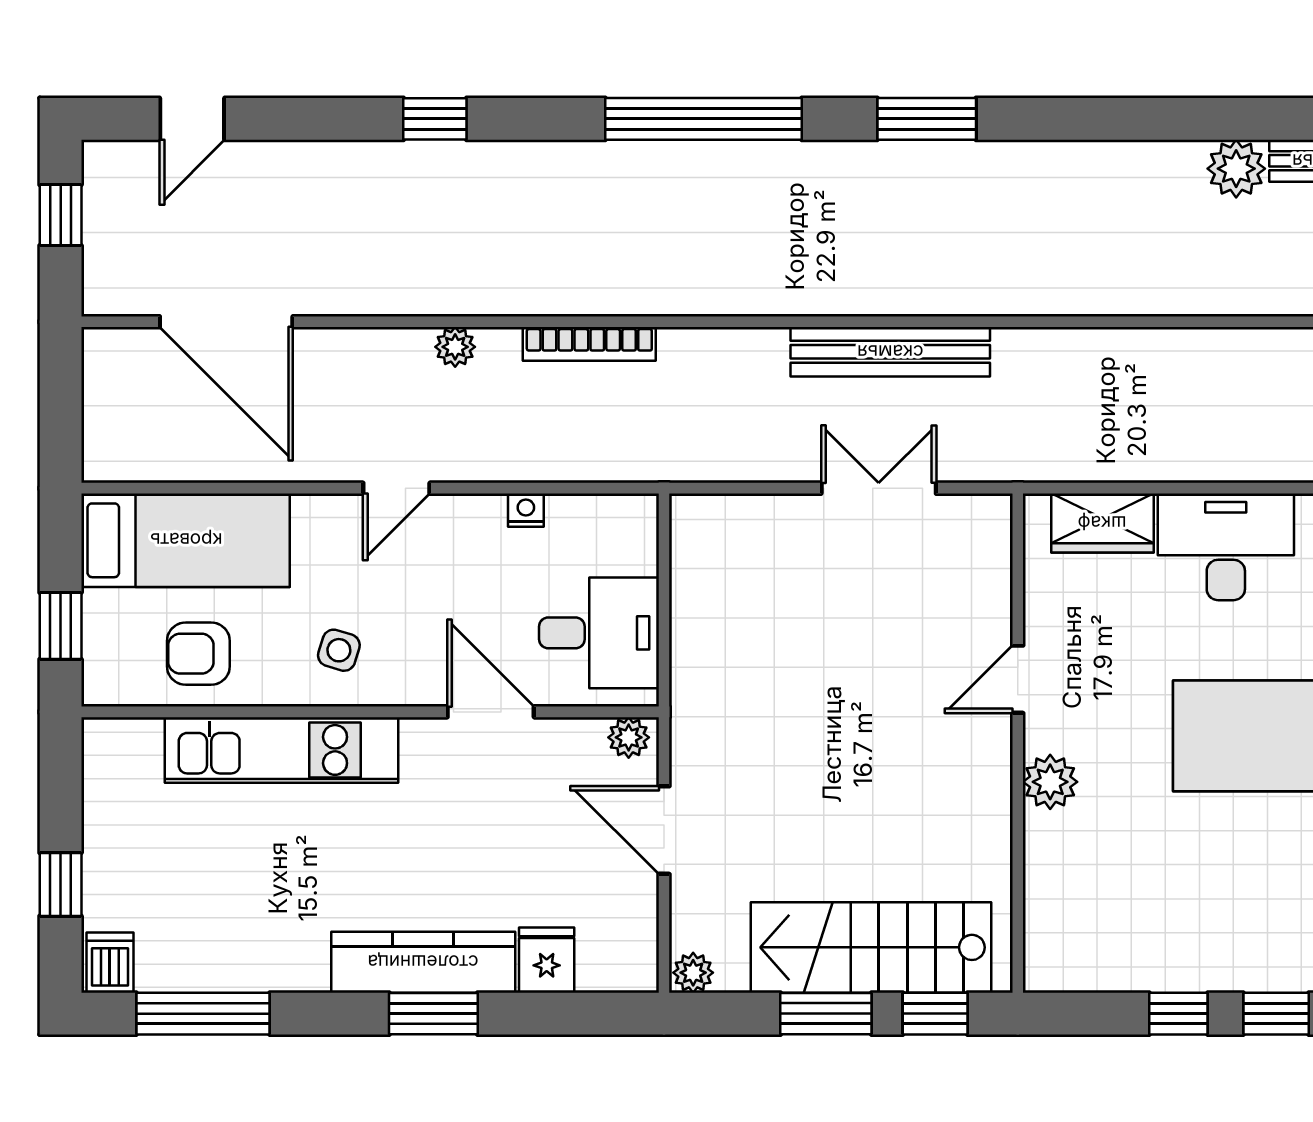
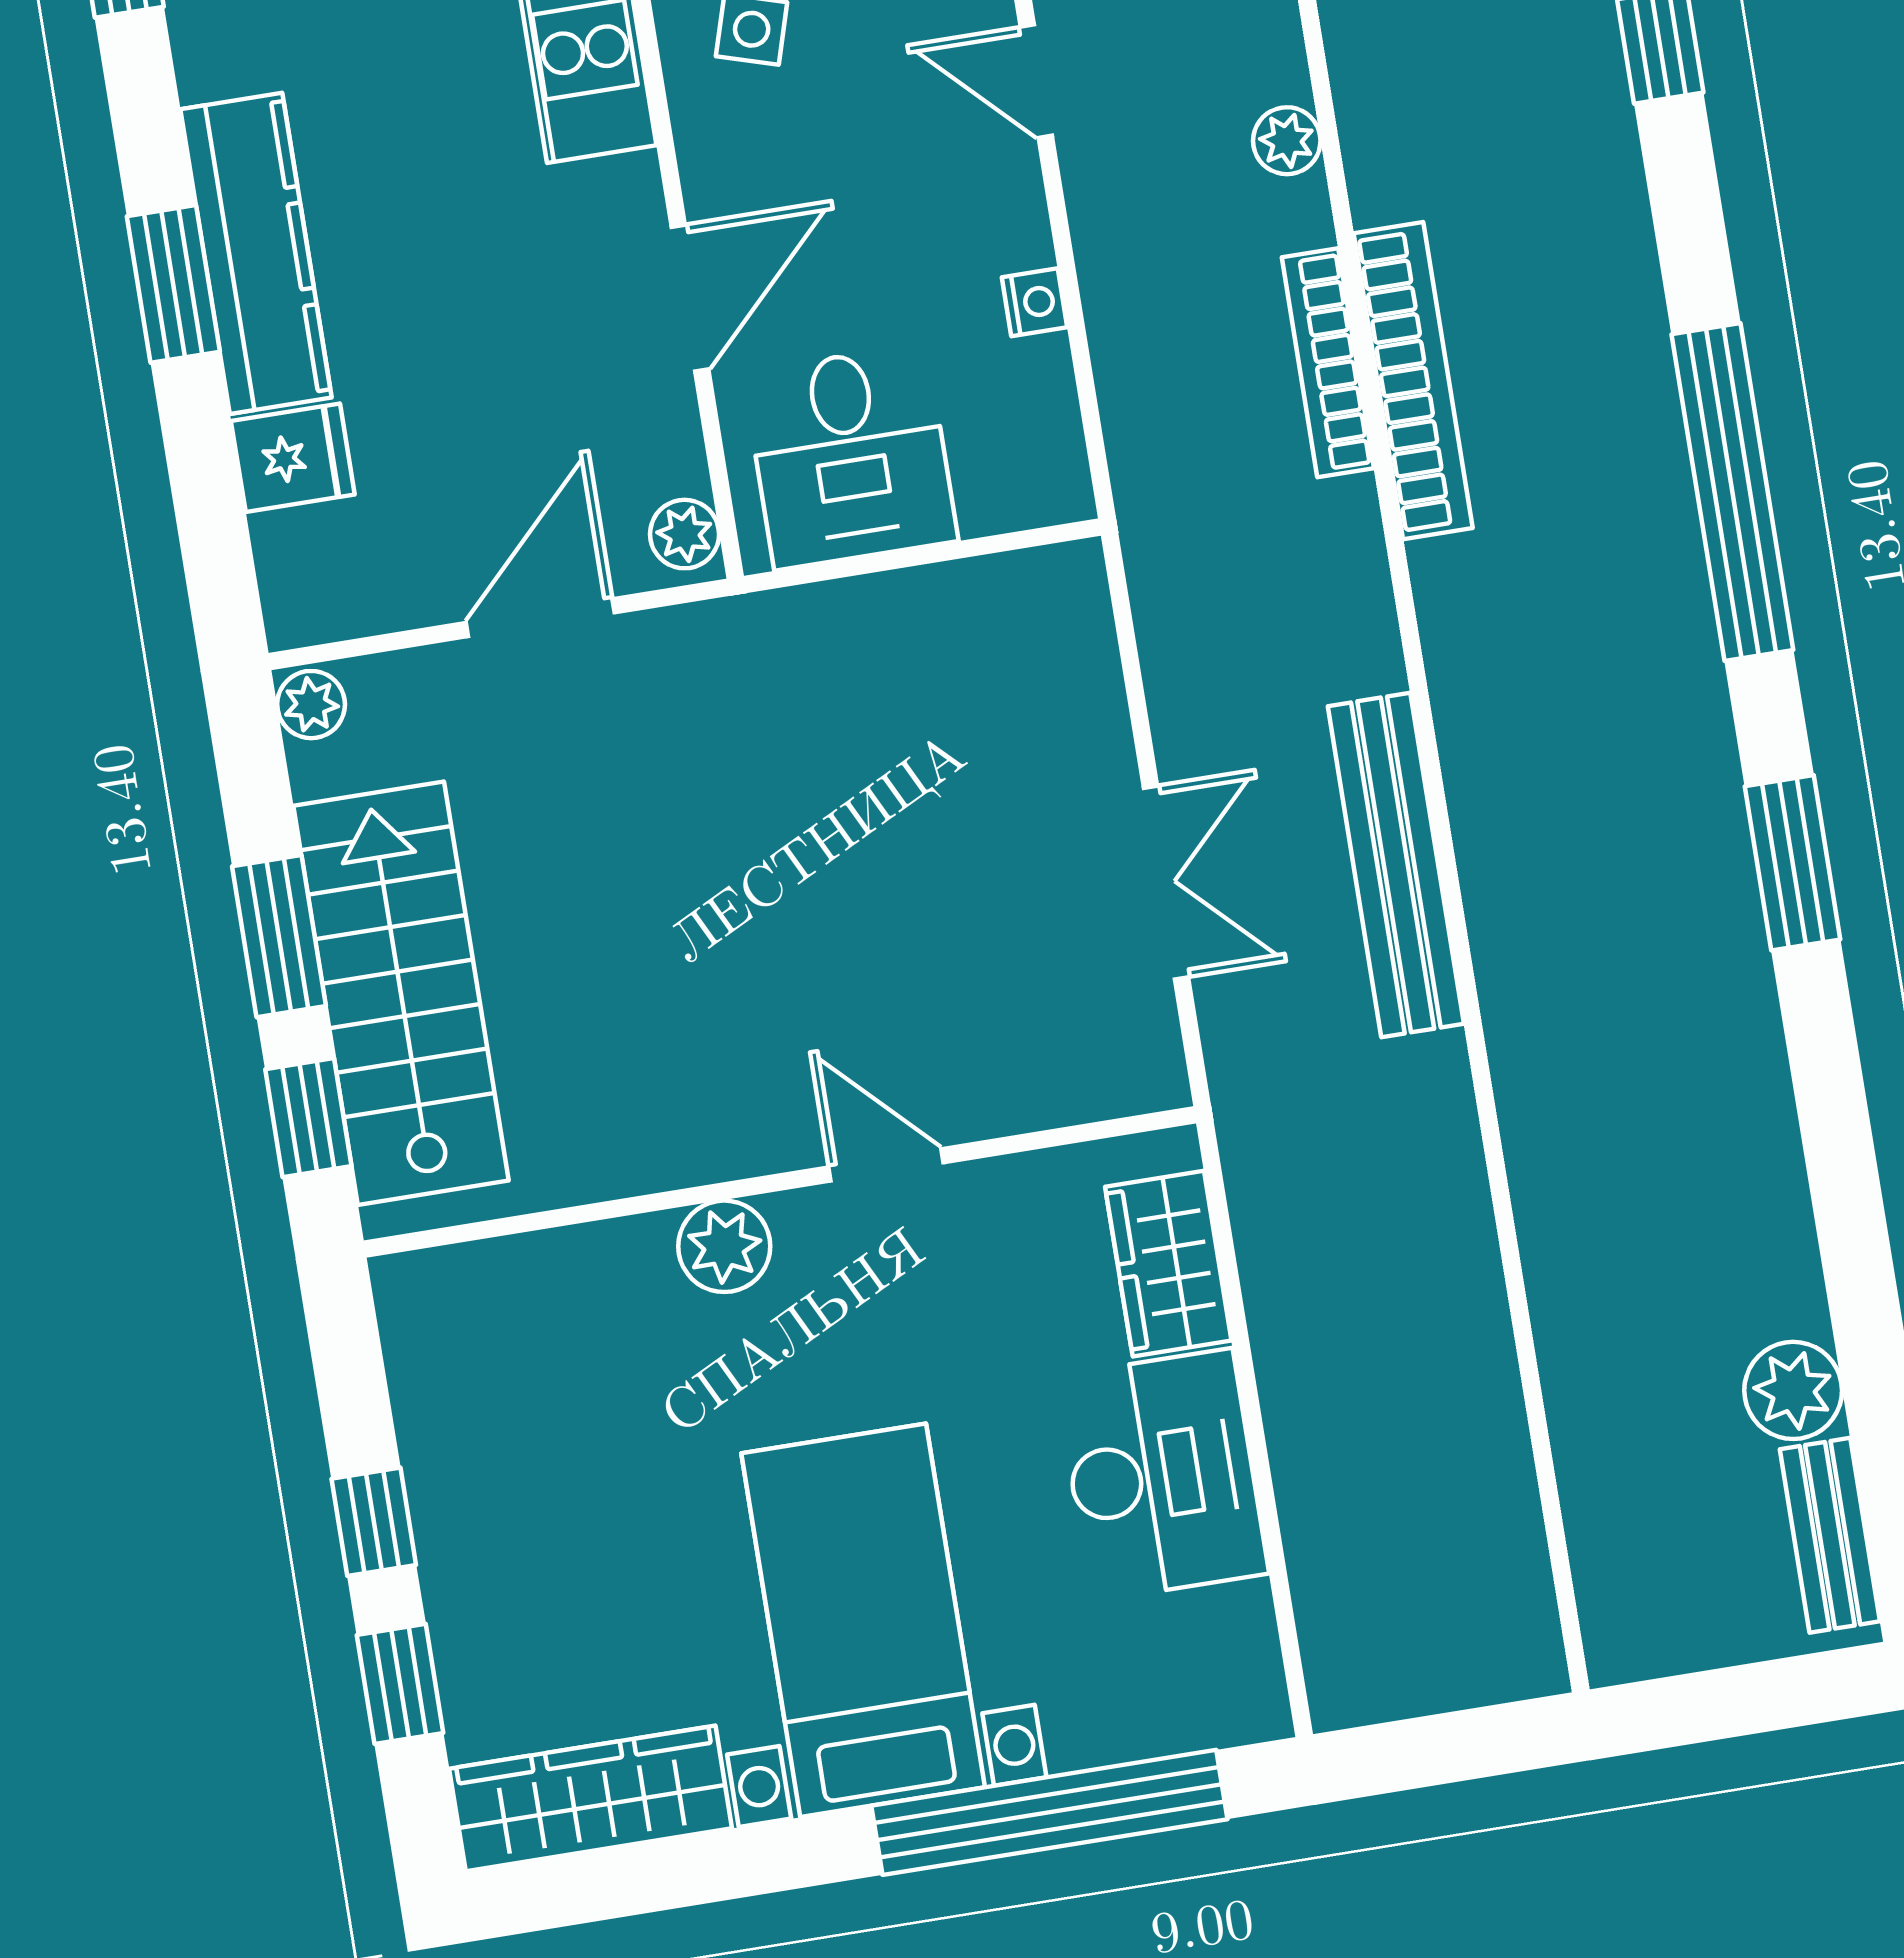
bookcase: (608, 296) -> (1413, 381), added

